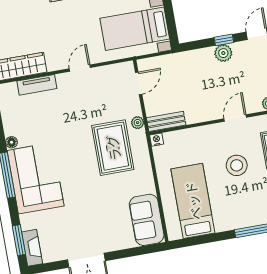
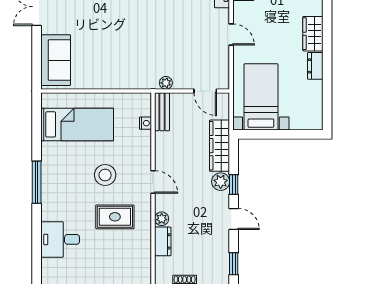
wardrobe: (189, 60) -> (220, 146), added
nightstand: (157, 140) -> (145, 123), moved
rug: (113, 148) -> (145, 53), removed
sofa: (147, 220) -> (56, 60), moved, turned 90

